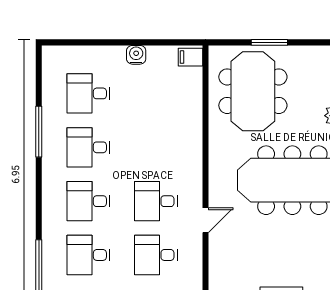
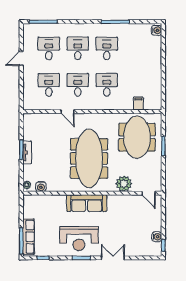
water cooler: (136, 55) -> (157, 30), moved
filing cabinet: (191, 57) -> (138, 104), moved
meeting table: (253, 91) -> (137, 137), turned 90
desk: (88, 93) -> (107, 85), moved

